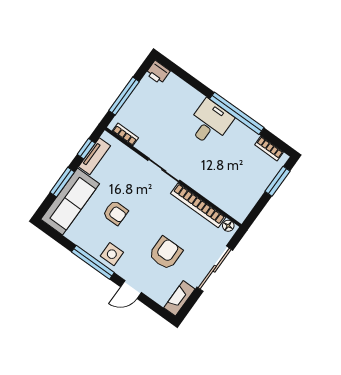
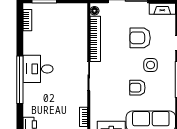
window: (237, 113) -> (20, 80), moved
armchair: (115, 213) -> (137, 88), turned -90
side table: (112, 254) -> (151, 65), moved

